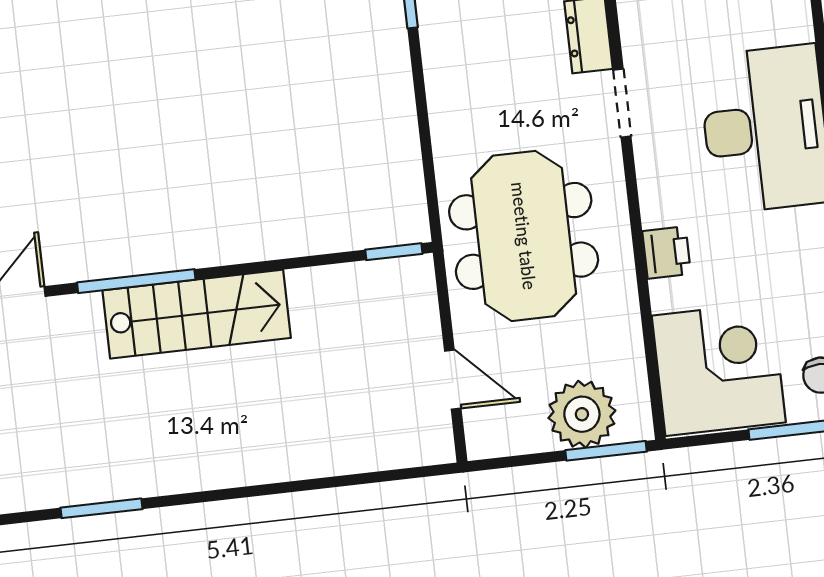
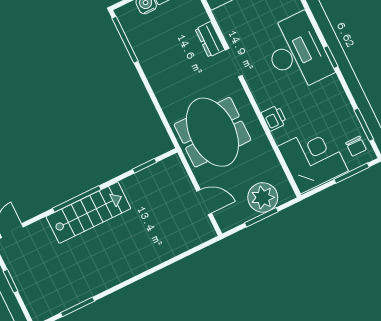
window: (394, 252) -> (145, 166), moved
window: (136, 281) -> (77, 199), moved
window: (606, 451) -> (261, 217), moved

